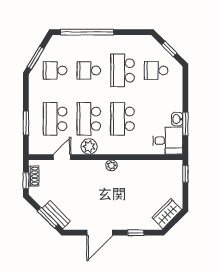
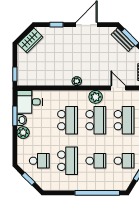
plant: (175, 104) -> (23, 133), added
door: (62, 157) -> (118, 88), swing flipped

